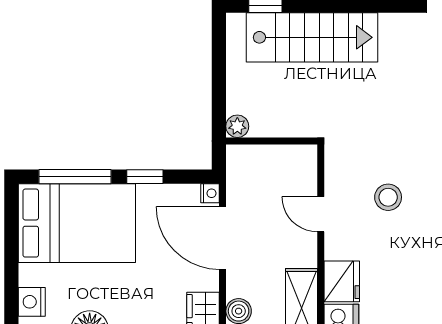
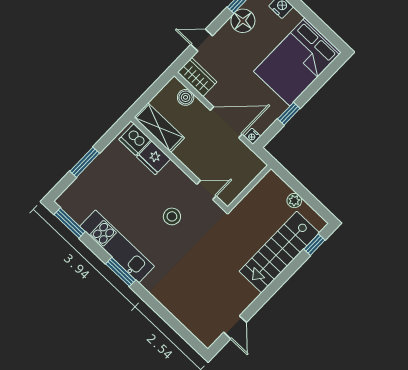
plant: (237, 126) -> (294, 201), moved
window: (75, 177) -> (320, 81), removed
door: (321, 214) -> (207, 190), moved

